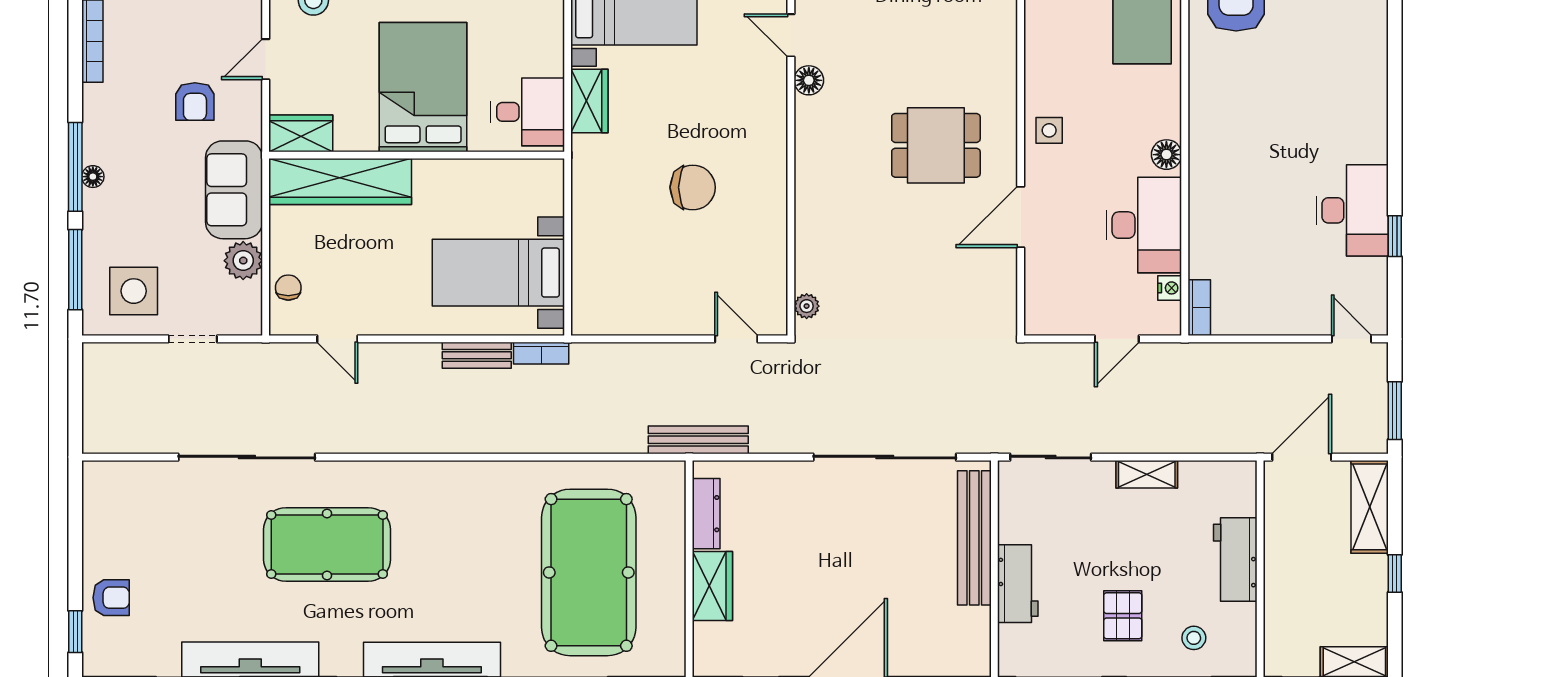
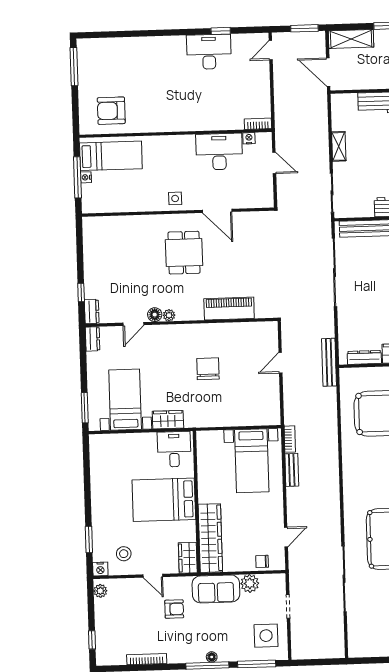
floor lamp: (1166, 155) -> (185, 142), removed
piano: (817, 235) -> (229, 309), added
plant: (807, 306) -> (169, 315), moved
door: (736, 339) -> (280, 363), moved

